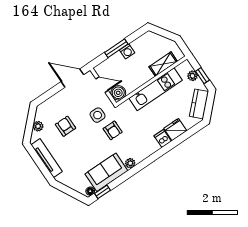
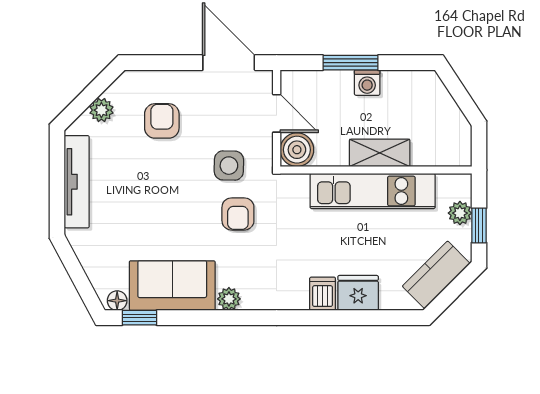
shelving: (163, 64) -> (380, 153), moved
armchair: (65, 126) -> (162, 121), moved

